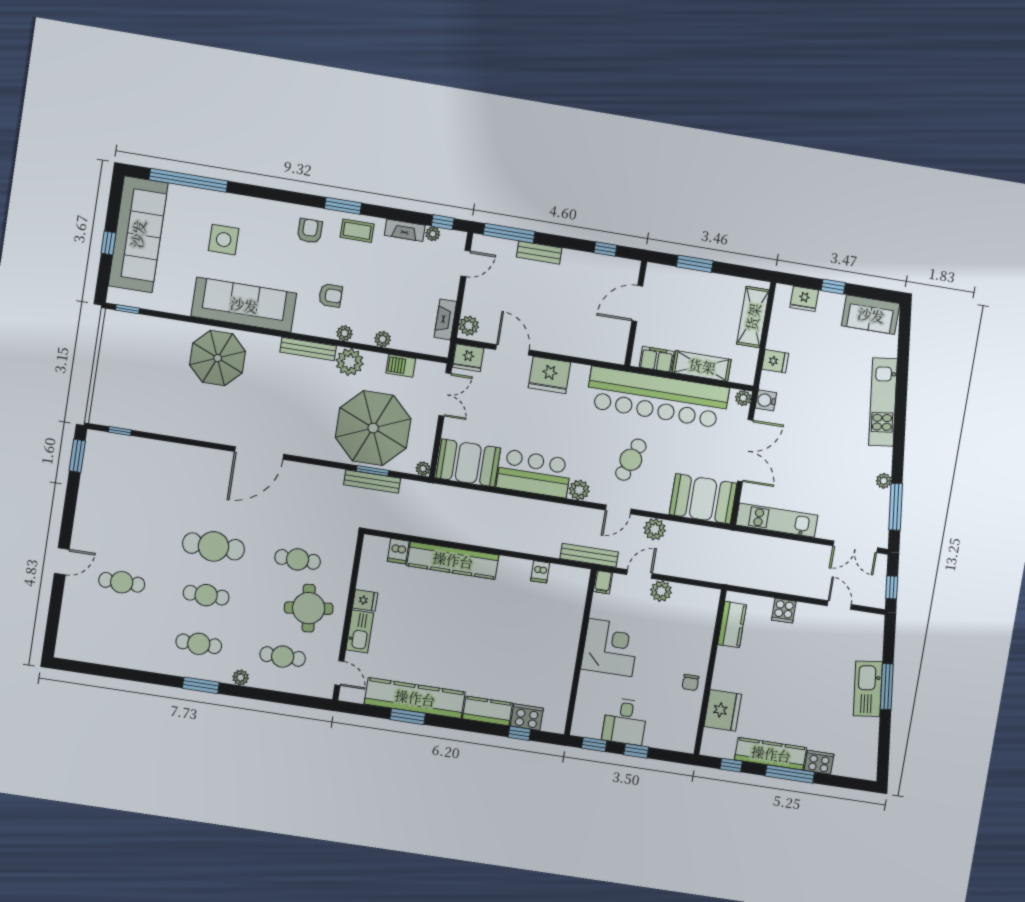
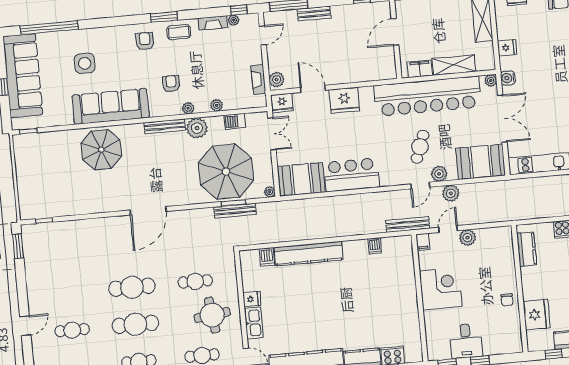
armchair: (330, 295) -> (171, 84), turned -90
plant: (579, 490) -> (439, 174), moved
cafe table: (206, 595) -> (135, 324), width x1.37, depth x1.35

